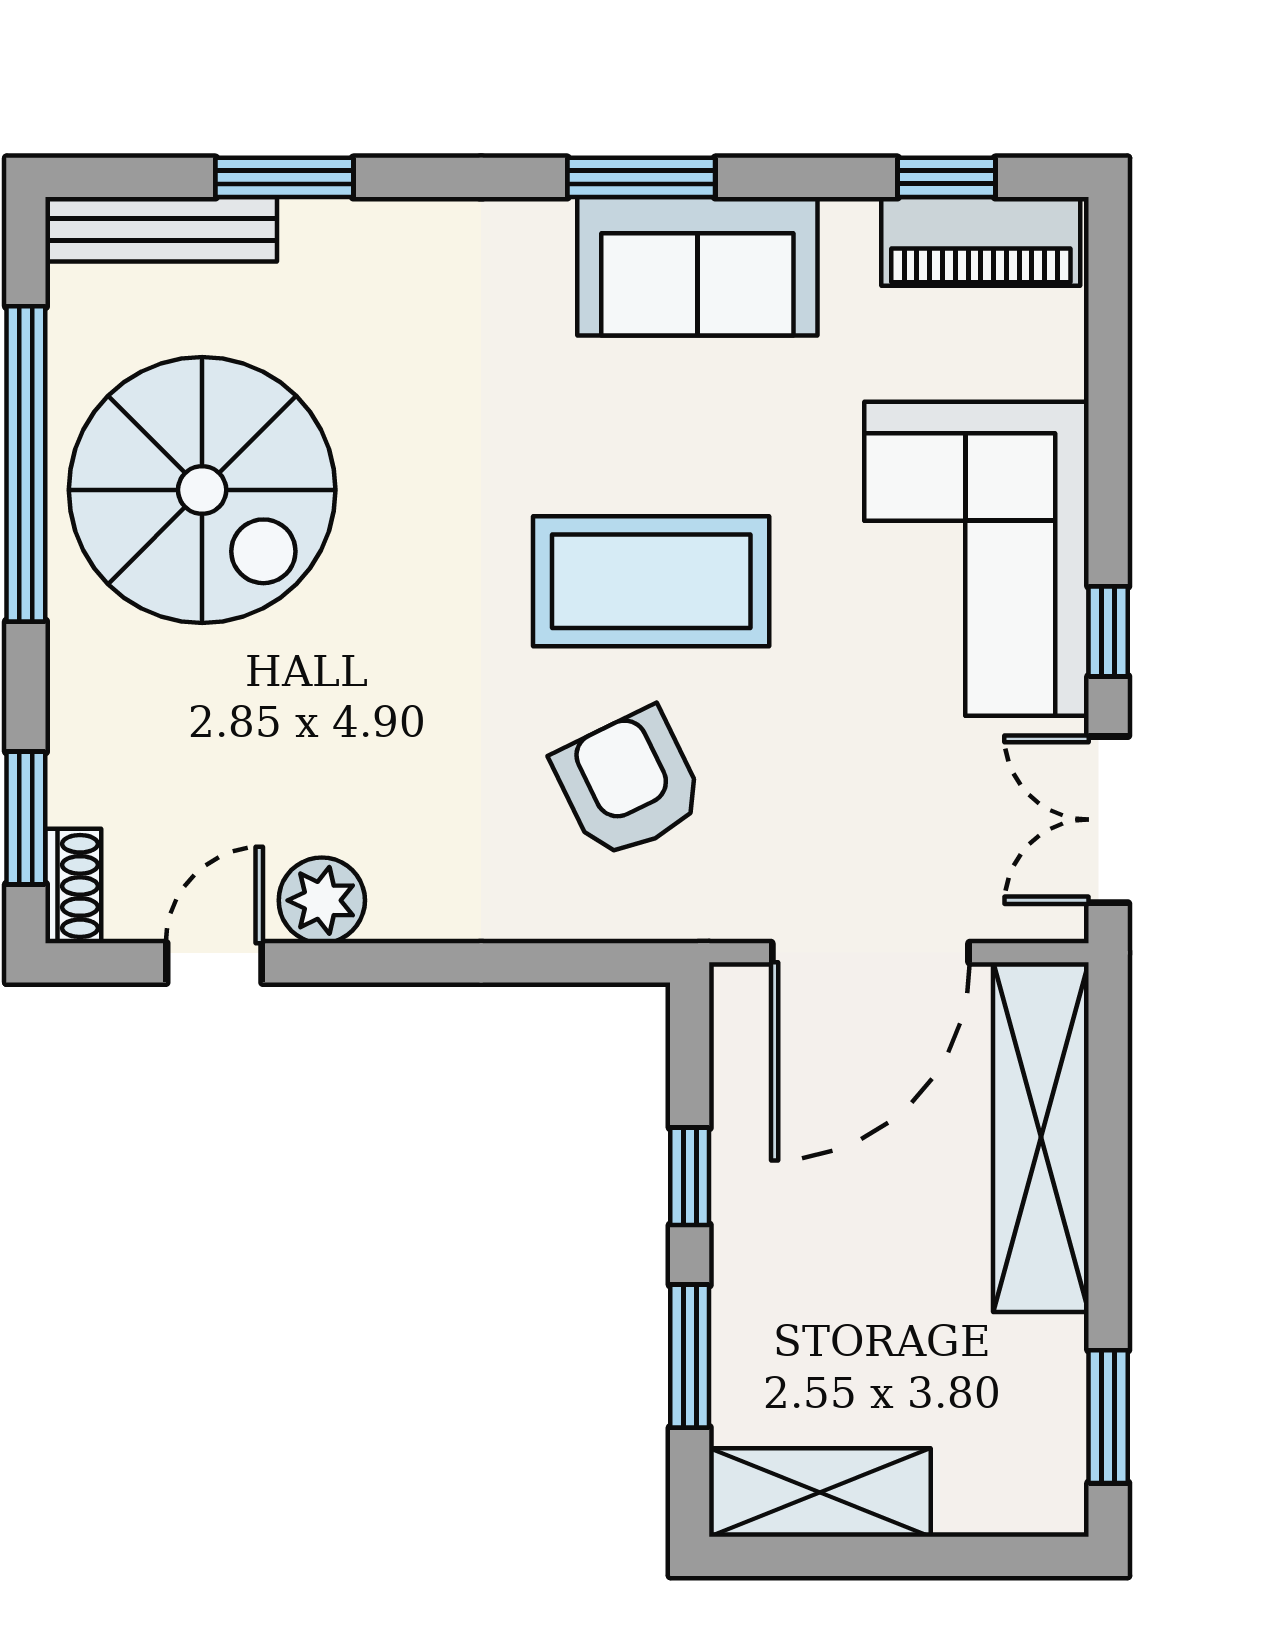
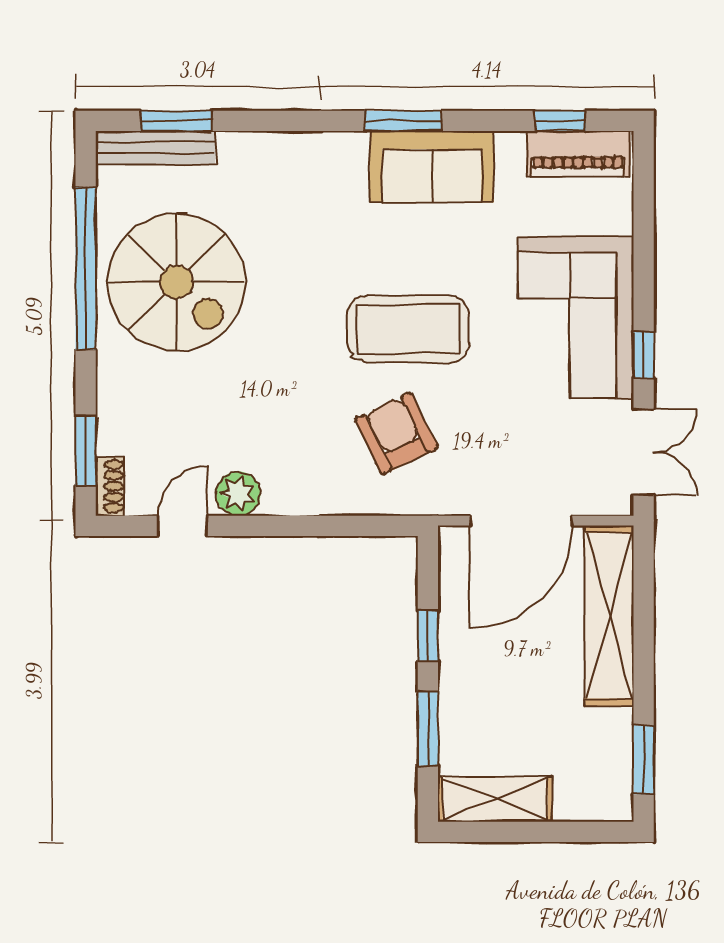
window: (284, 177) -> (176, 121), moved
double door: (1108, 820) -> (644, 452), swing flipped

